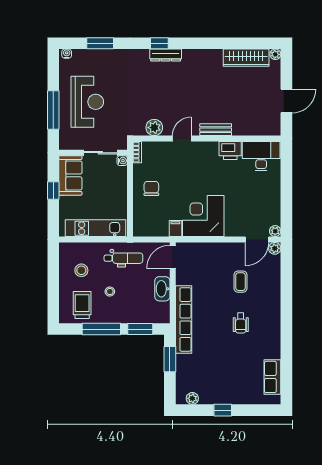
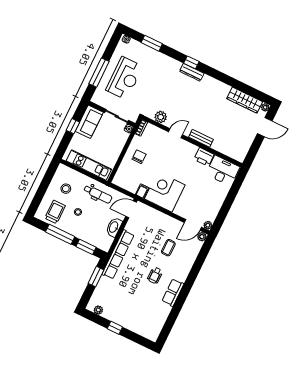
door: (286, 101) -> (265, 127), moved
row of seats: (272, 377) -> (173, 292), moved

